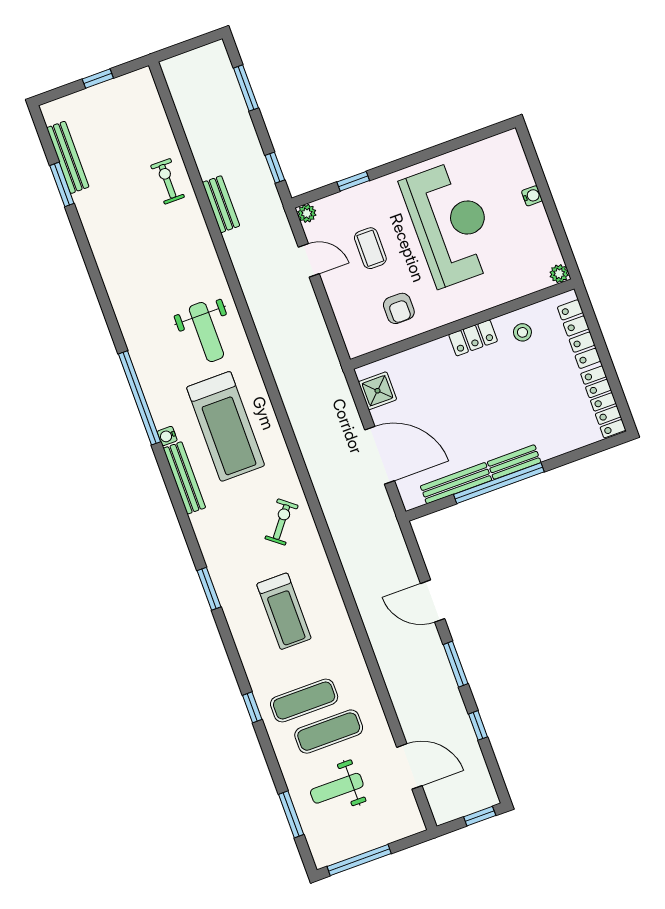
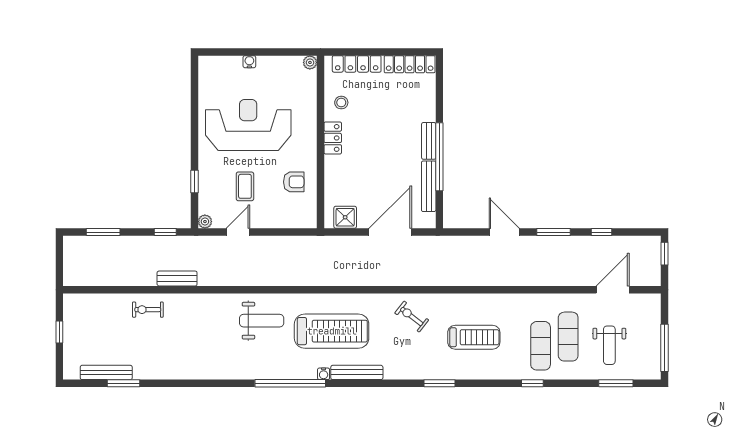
coffee table: (370, 248) -> (245, 186), turned 90
door: (433, 601) -> (504, 232), swing flipped

